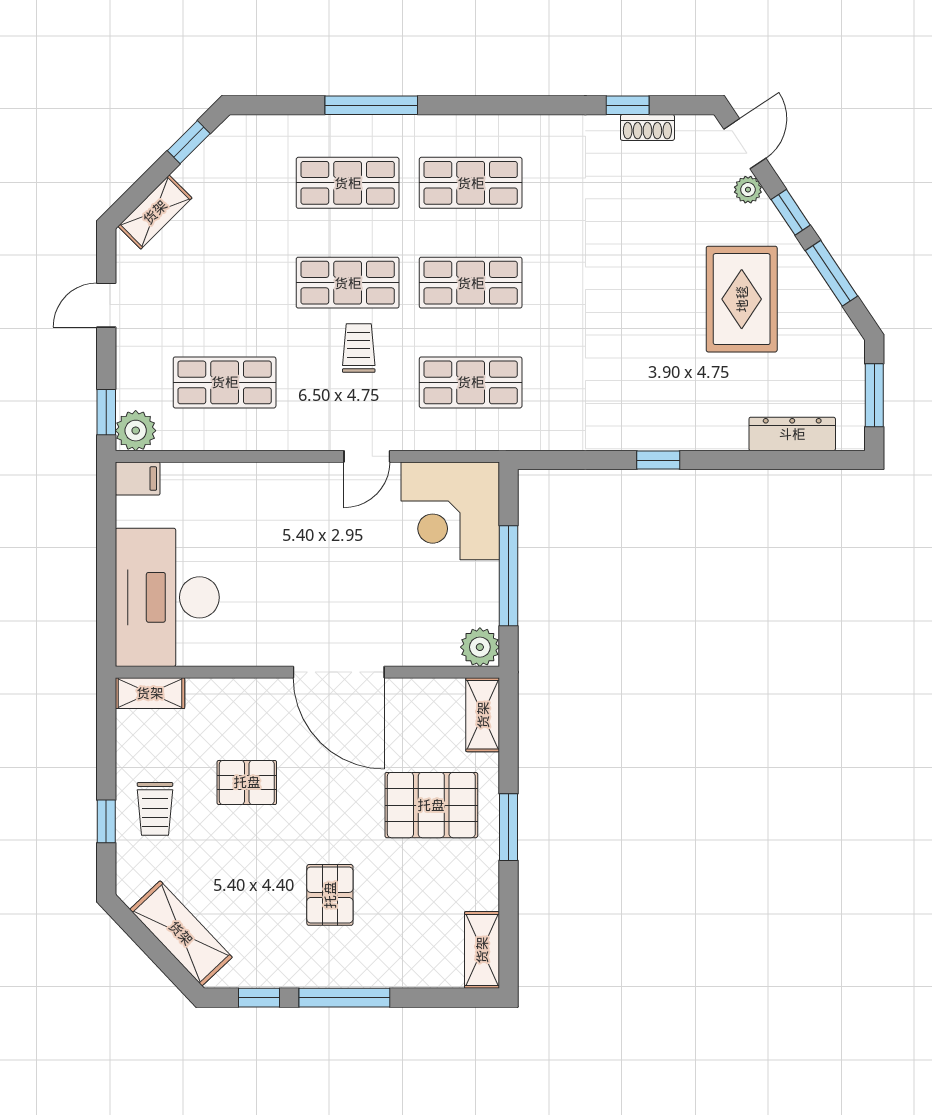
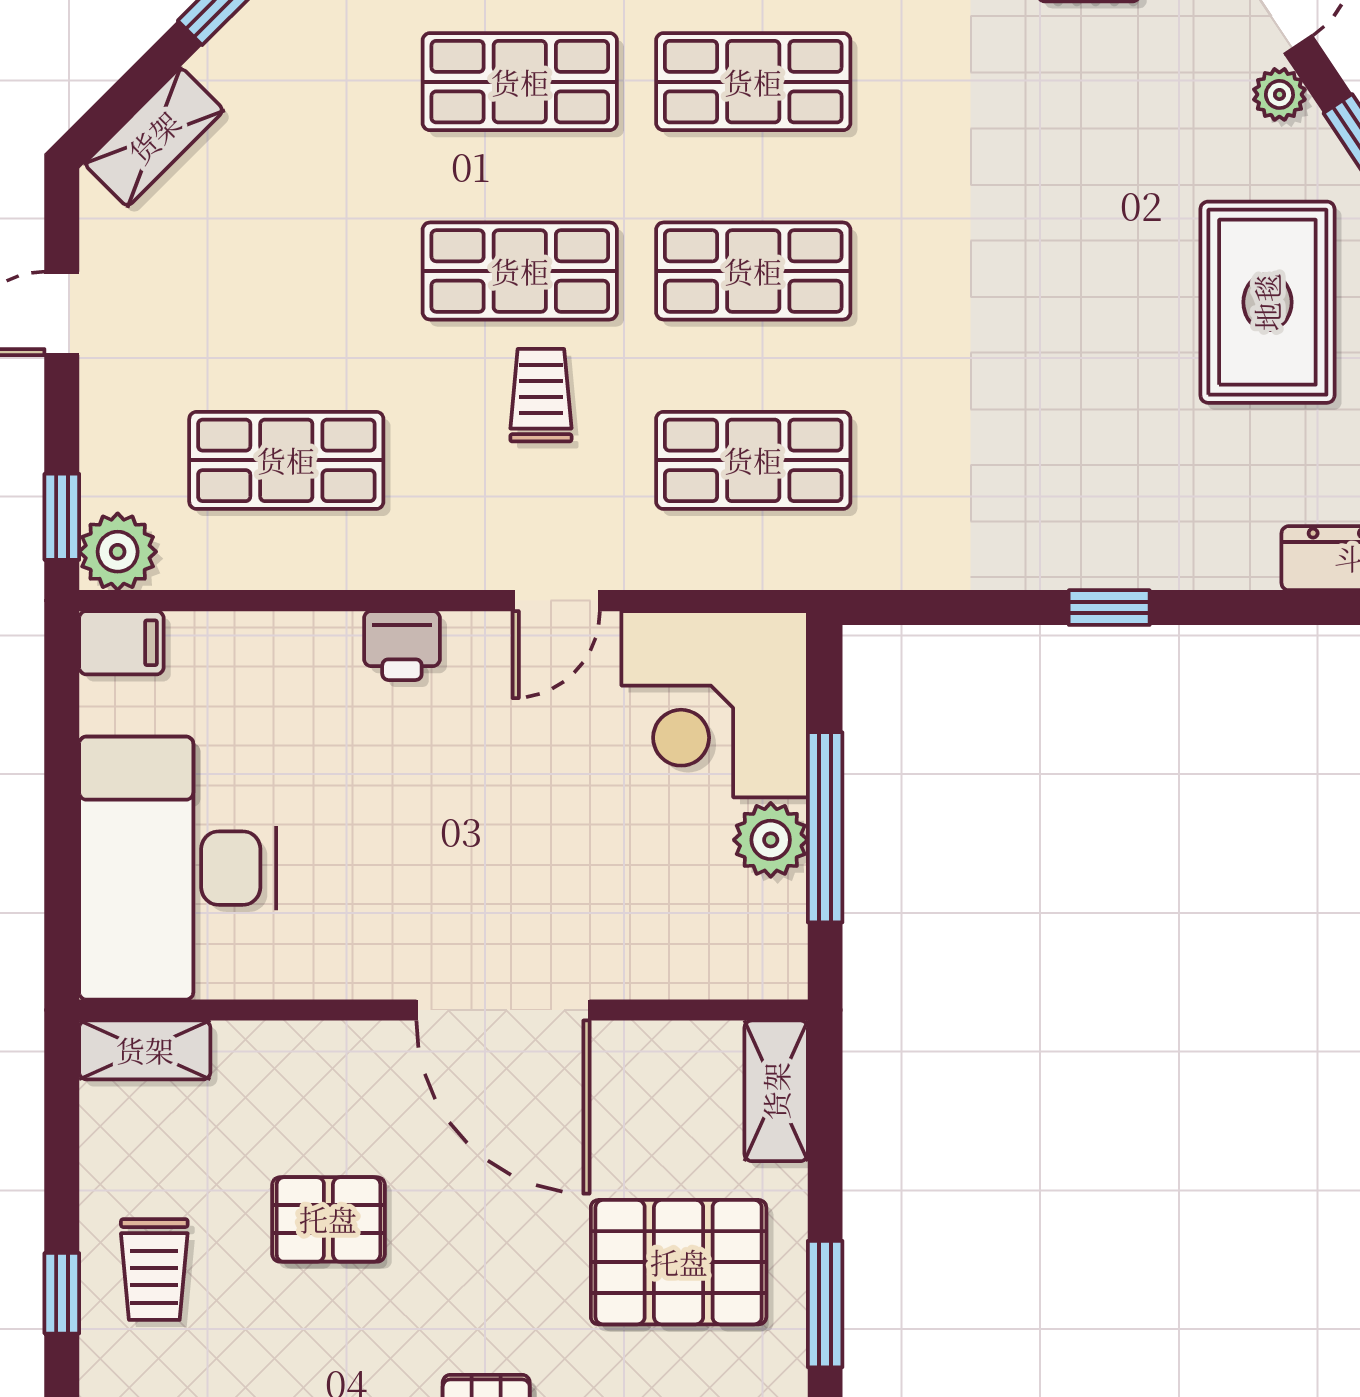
printer: (286, 480) -> (402, 646), added
plant: (480, 647) -> (771, 840), moved

